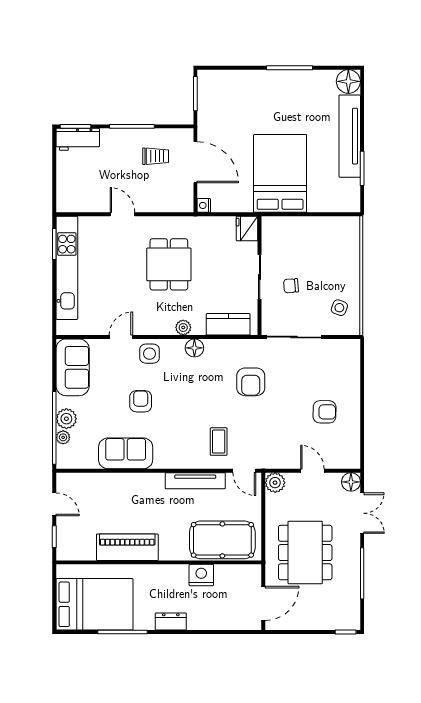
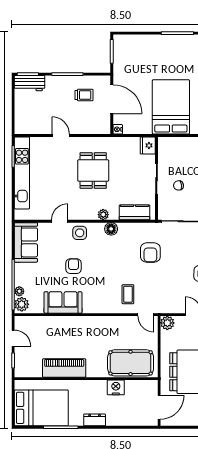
plant: (66, 419) -> (22, 304), moved
tv unit: (195, 481) -> (112, 322), removed

